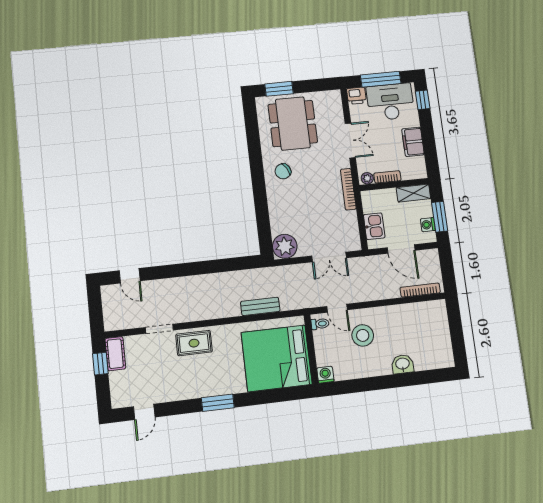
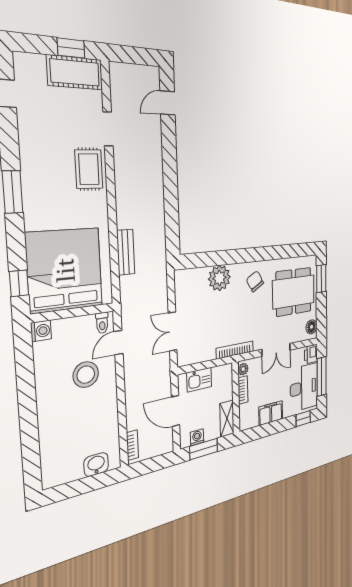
floor lamp: (328, 97) -> (312, 327), added
plant: (285, 246) -> (219, 278), moved
door: (401, 249) -> (175, 411), hinge flipped
bookcase: (420, 290) -> (132, 445), width x0.64
cot: (115, 354) -> (75, 73), width x1.37, depth x1.34
washbasin: (403, 364) -> (96, 464), moved, turned -90
window: (288, 394) -> (19, 283), added

